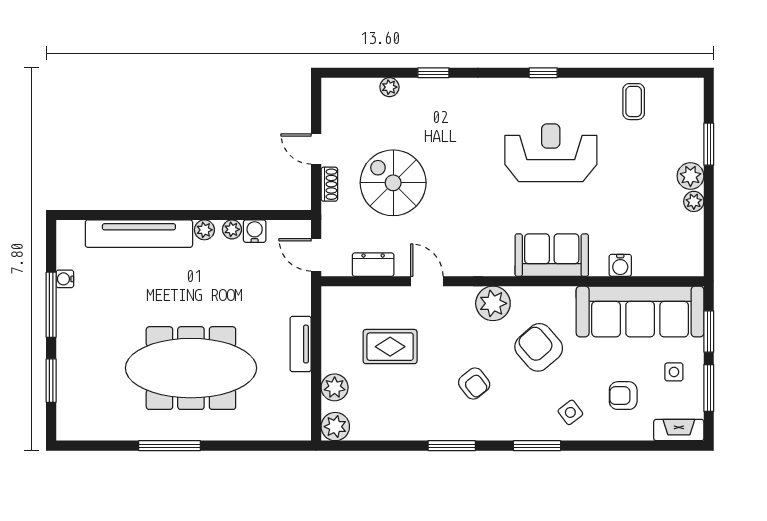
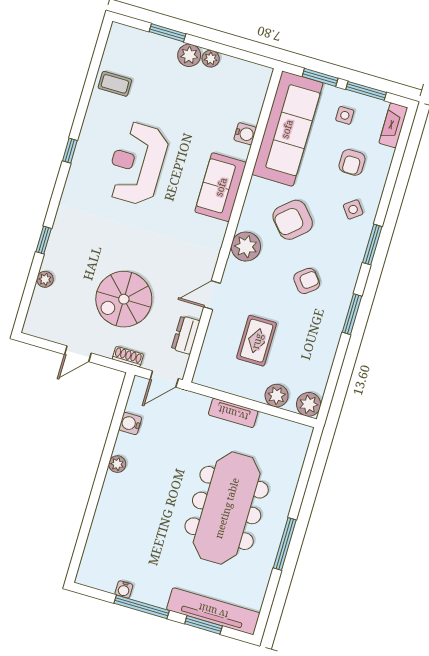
shoe rack: (329, 184) -> (128, 357), moved
plant: (232, 229) -> (123, 442), removed
tv unit: (139, 234) -> (213, 611), moved, turned -90

